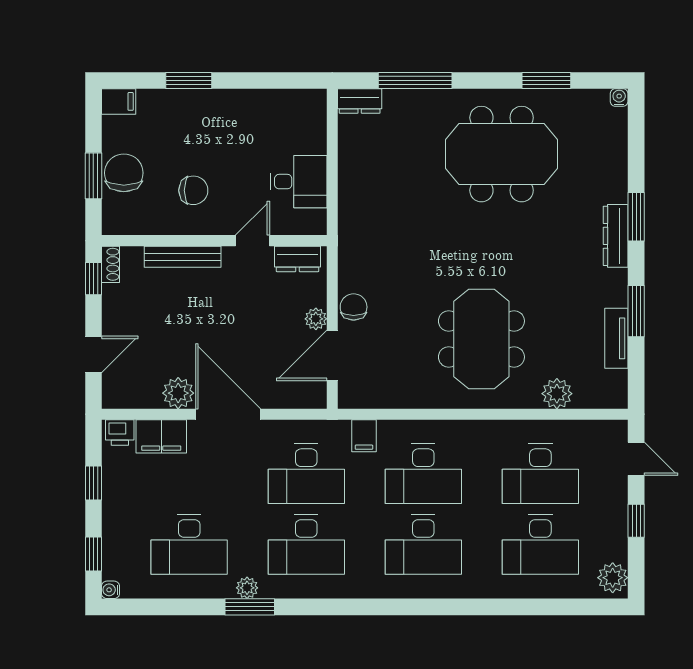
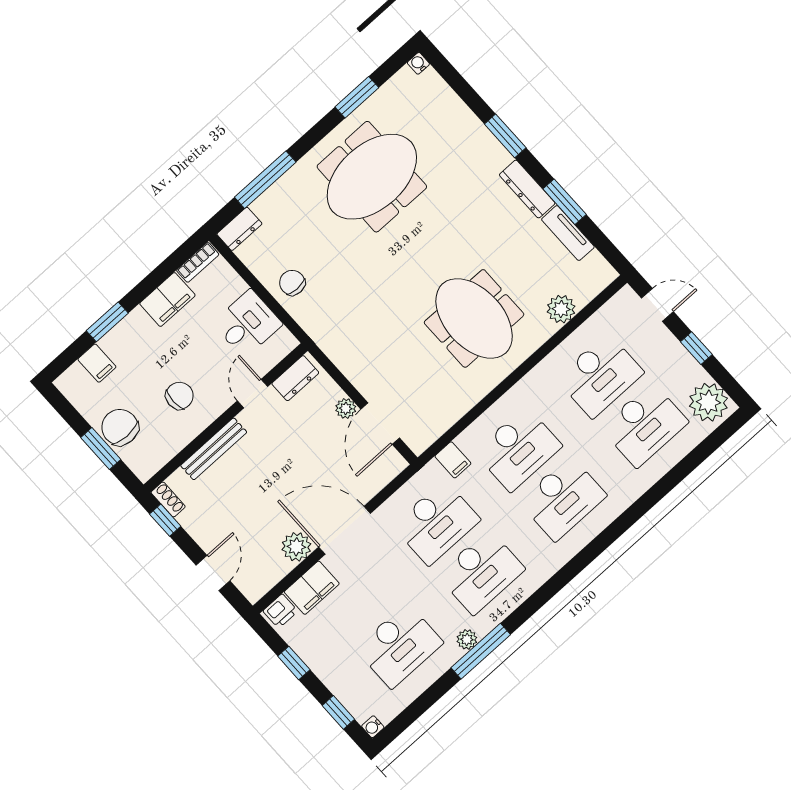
bookcase: (303, 98) -> (198, 262), added
filing cabinet: (119, 101) -> (97, 363), moved, turned 90
filing cabinet: (252, 106) -> (167, 299), added
dresser: (616, 236) -> (527, 189), moved
chair: (354, 307) -> (292, 283), moved
plant: (613, 578) -> (708, 402), width x1.36, depth x1.36
window: (250, 607) -> (481, 651), width x1.44

